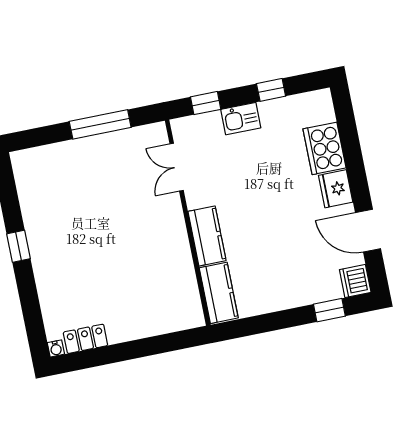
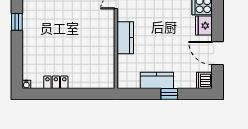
kitchen counter: (219, 293) -> (157, 80), moved, turned -90
window: (329, 310) -> (169, 94), moved
locker: (85, 339) -> (56, 82), moved

